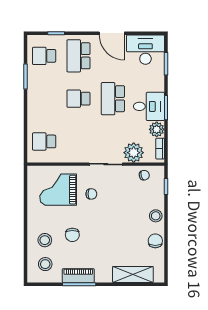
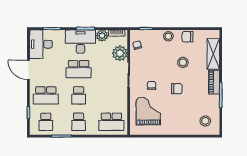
door: (112, 33) -> (28, 70), swing flipped
school desk: (44, 99) -> (79, 122), added
desk: (149, 106) -> (80, 42), width x1.37
school desk: (44, 141) -> (111, 122), width x1.85
grand piano: (58, 190) -> (148, 111), turned 180
chair: (72, 235) -> (177, 89), moved
stool: (45, 240) -> (183, 62), moved
piano: (78, 276) -> (214, 82), moved

